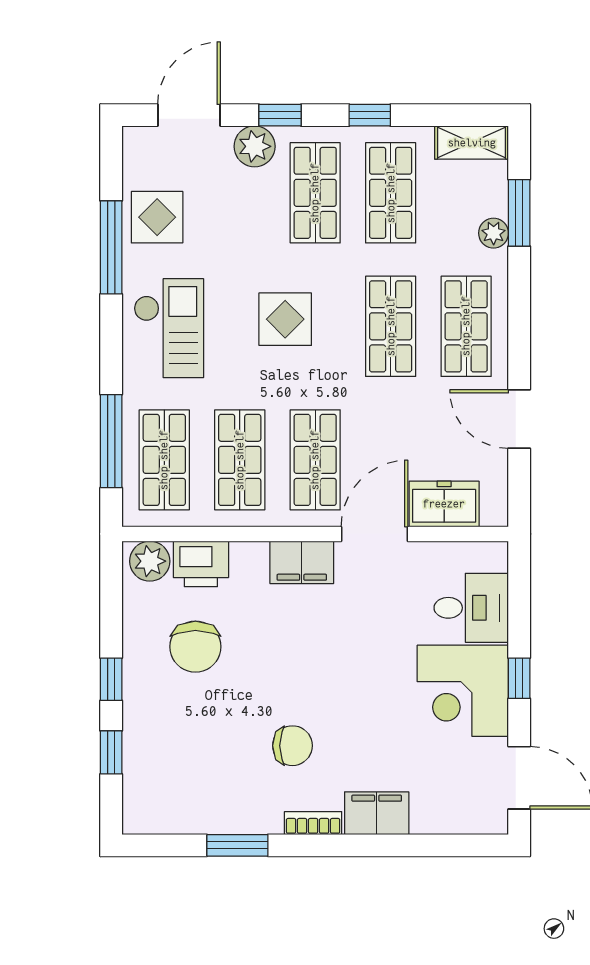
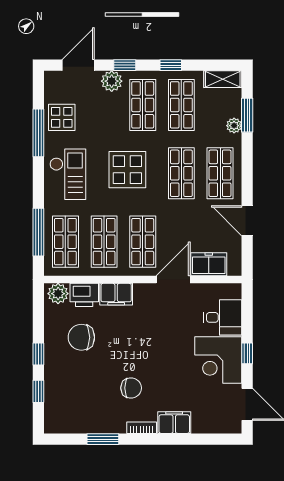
display table: (285, 319) -> (127, 170), width x1.36, depth x1.36
filing cabinet: (302, 562) -> (116, 294), moved
chair: (195, 647) -> (81, 337), turned 90

